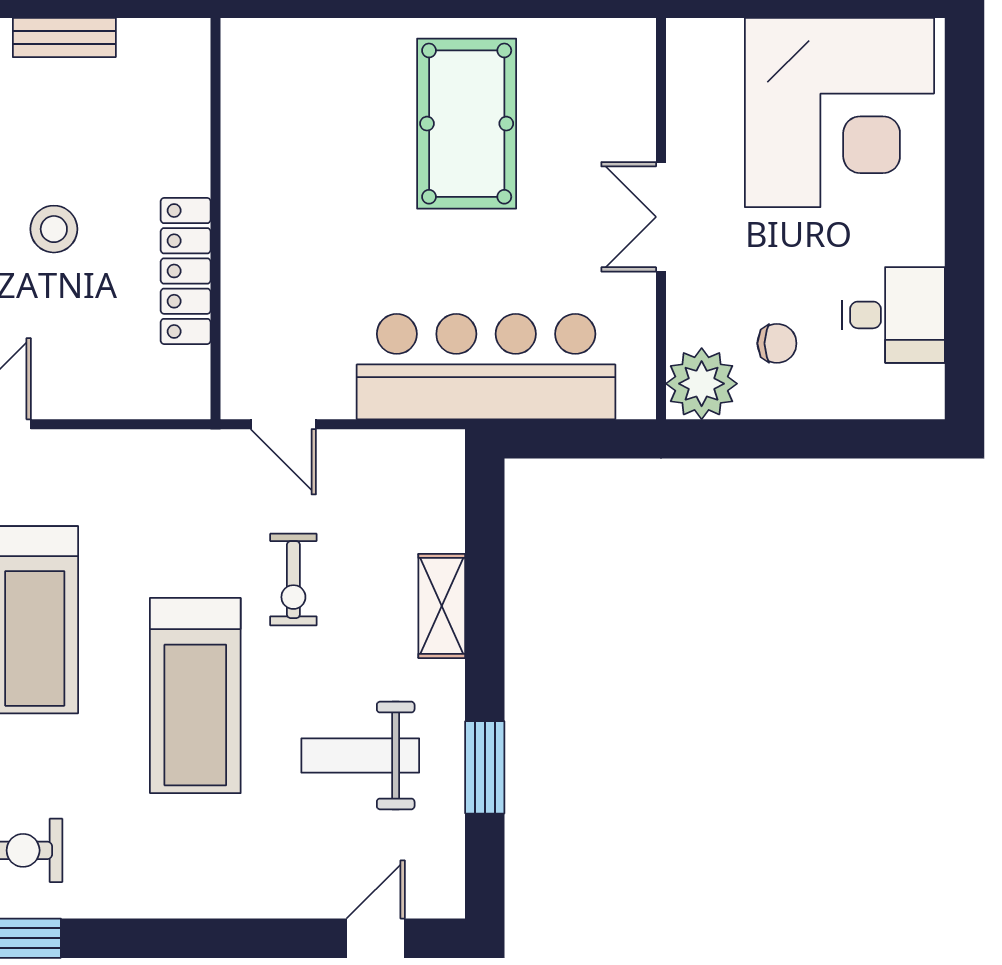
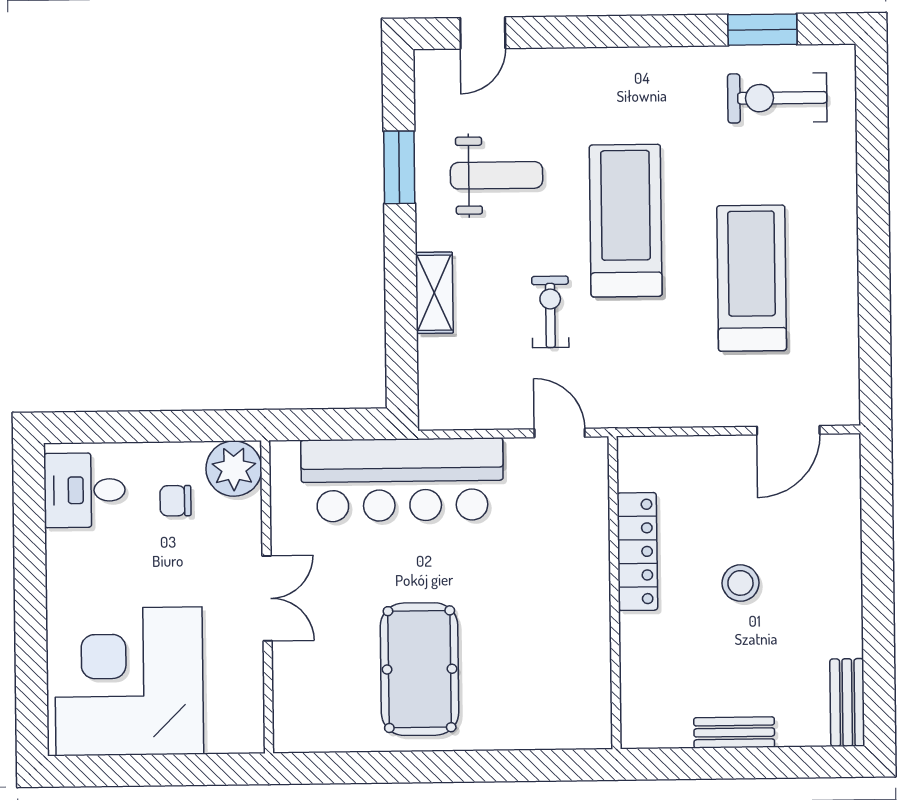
desk: (893, 315) -> (85, 490), moved

